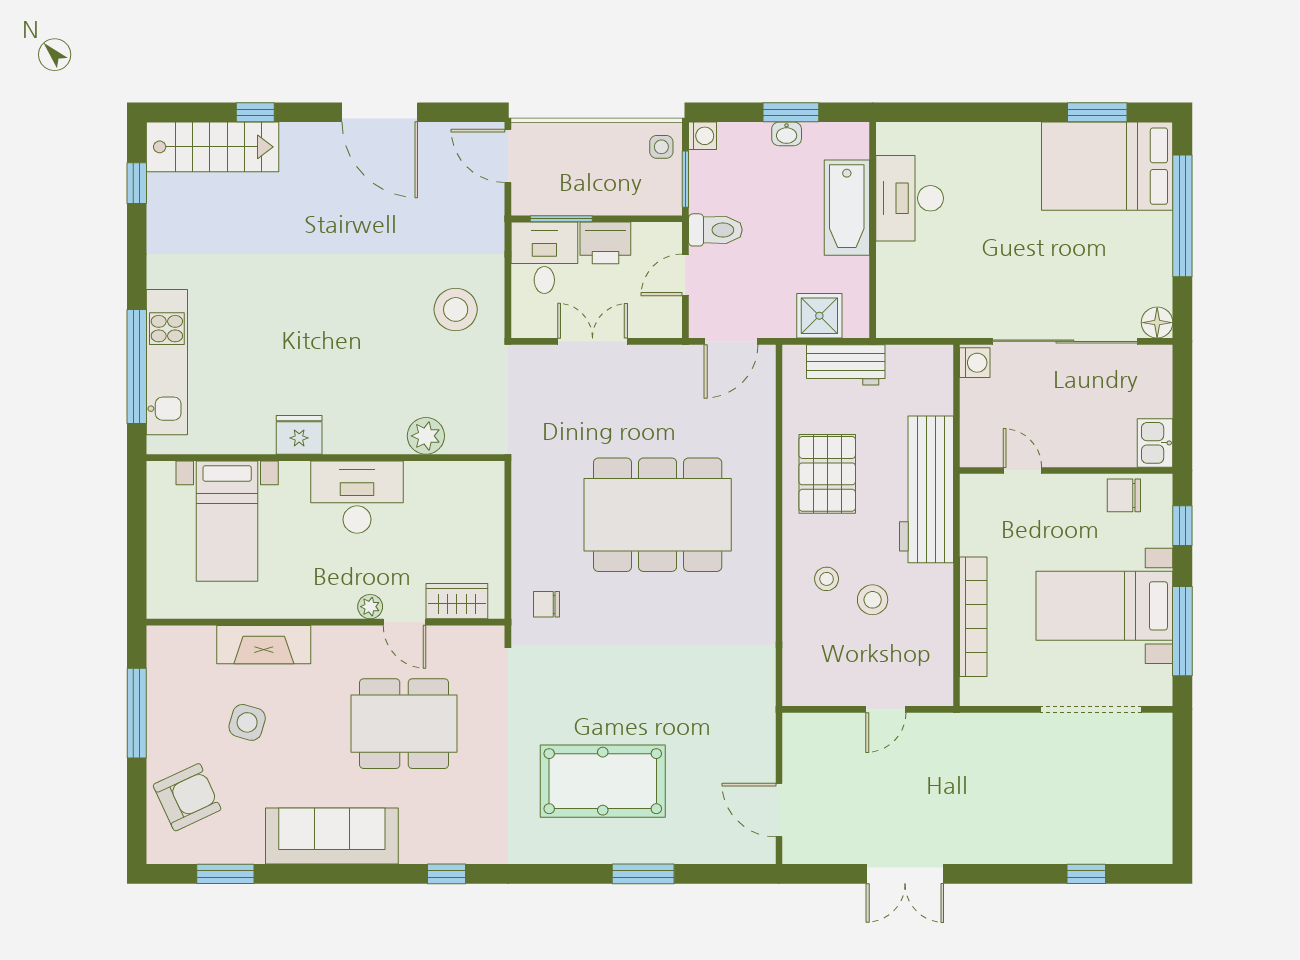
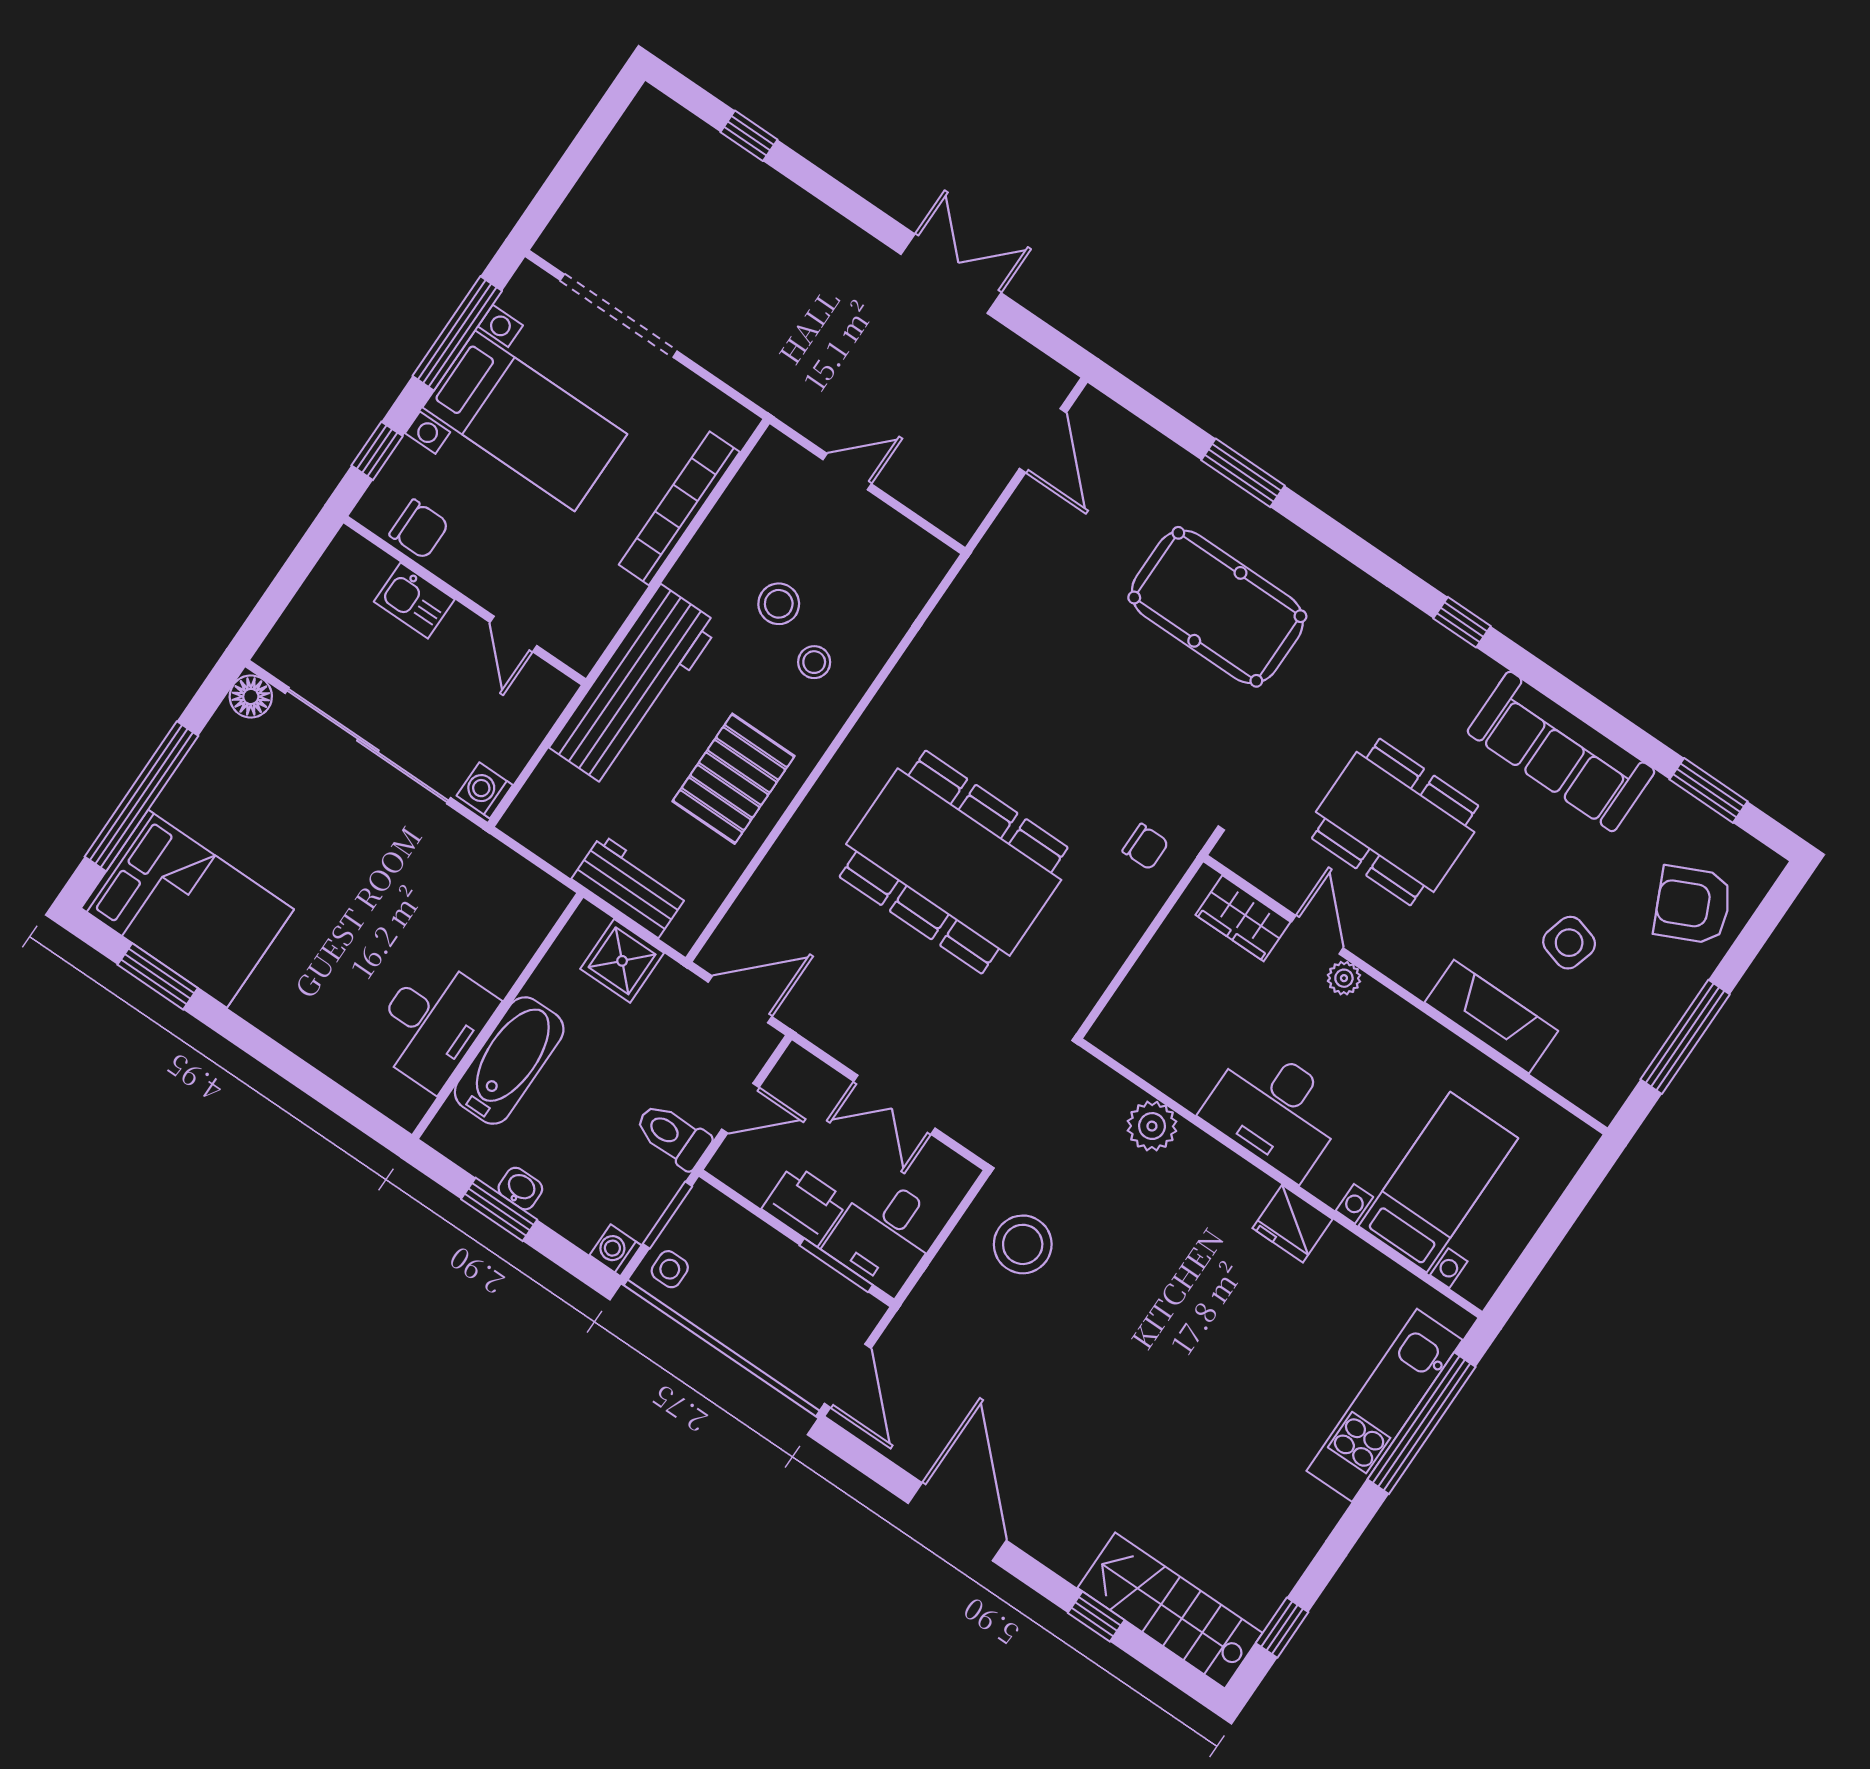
kitchen sink: (1155, 443) -> (414, 600), moved, turned 90

